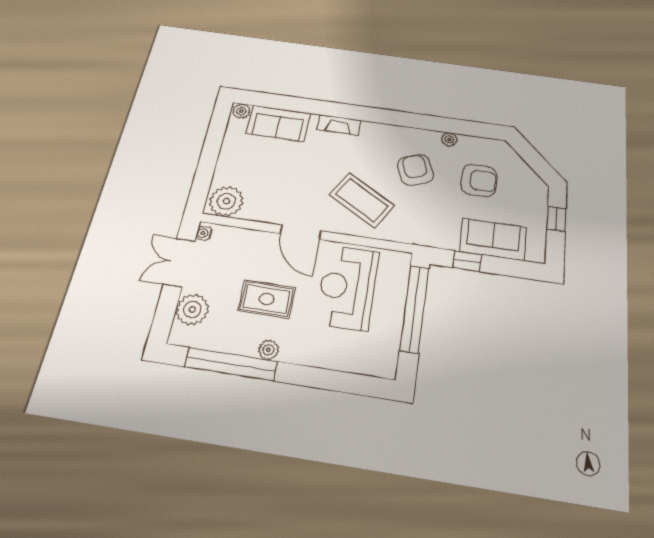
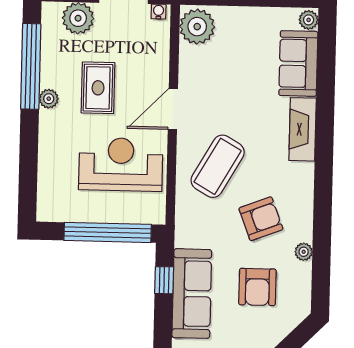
fireplace: (339, 125) -> (303, 129), width x1.37, depth x1.32
sofa: (493, 239) -> (192, 294), width x1.36

